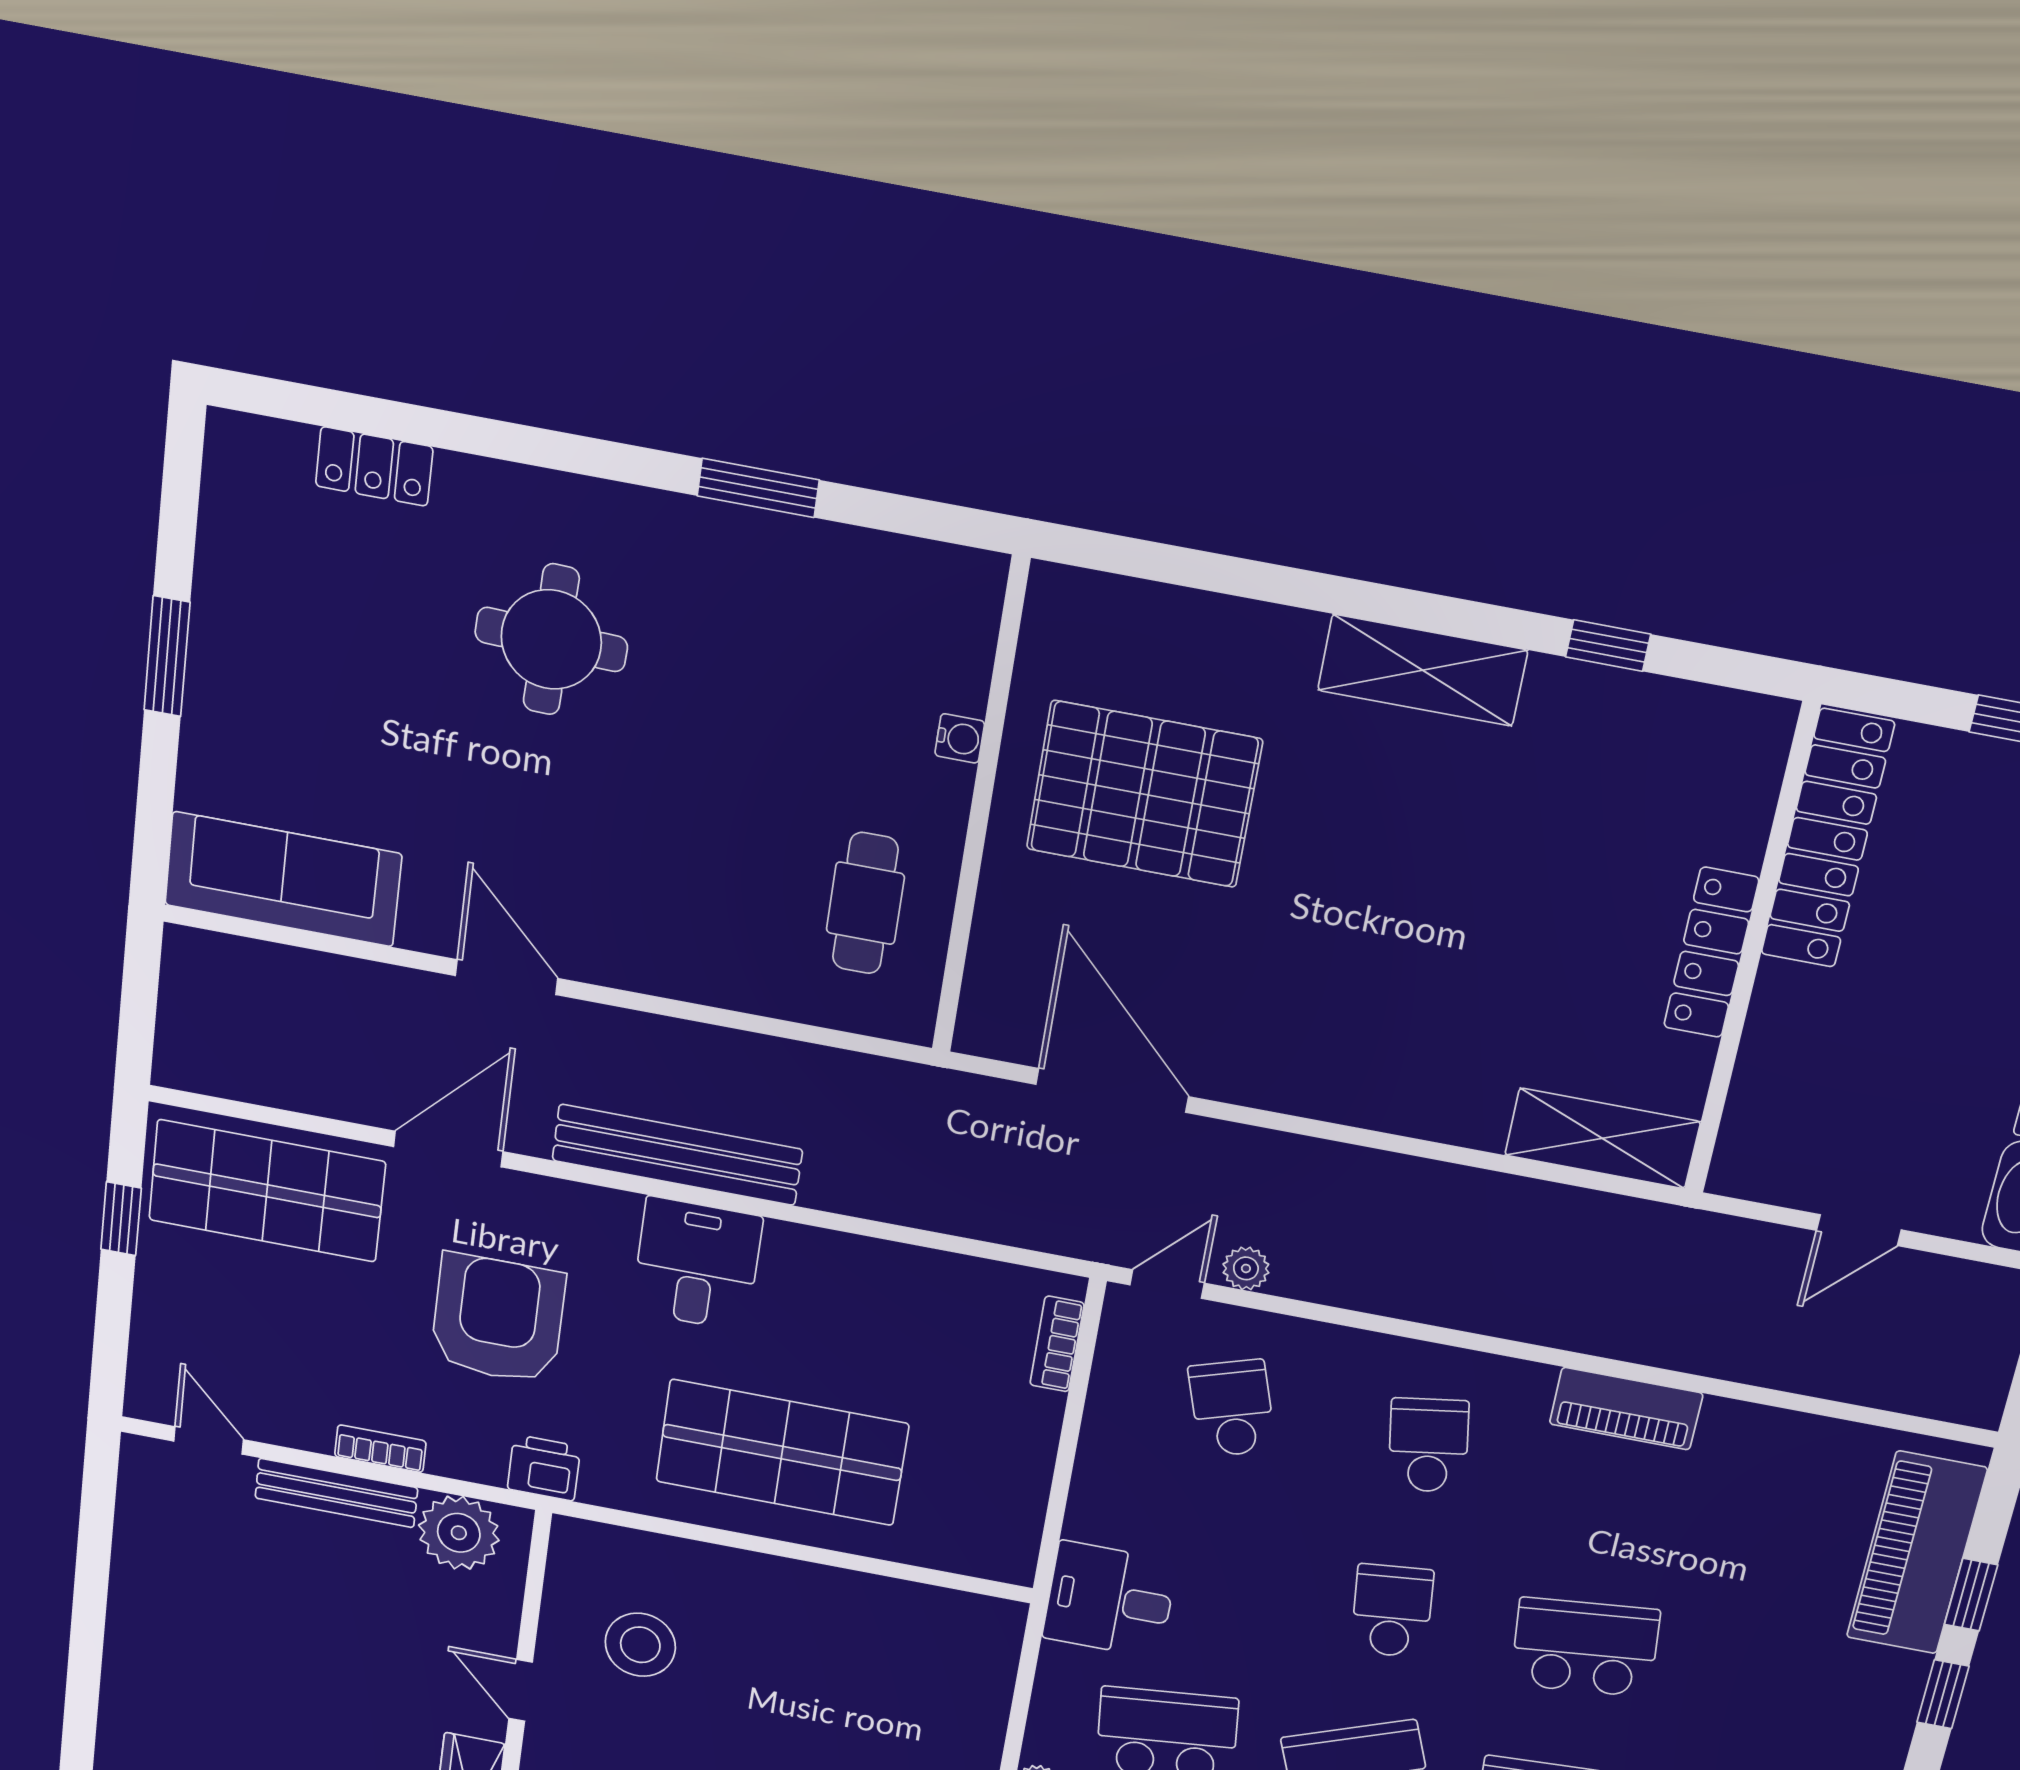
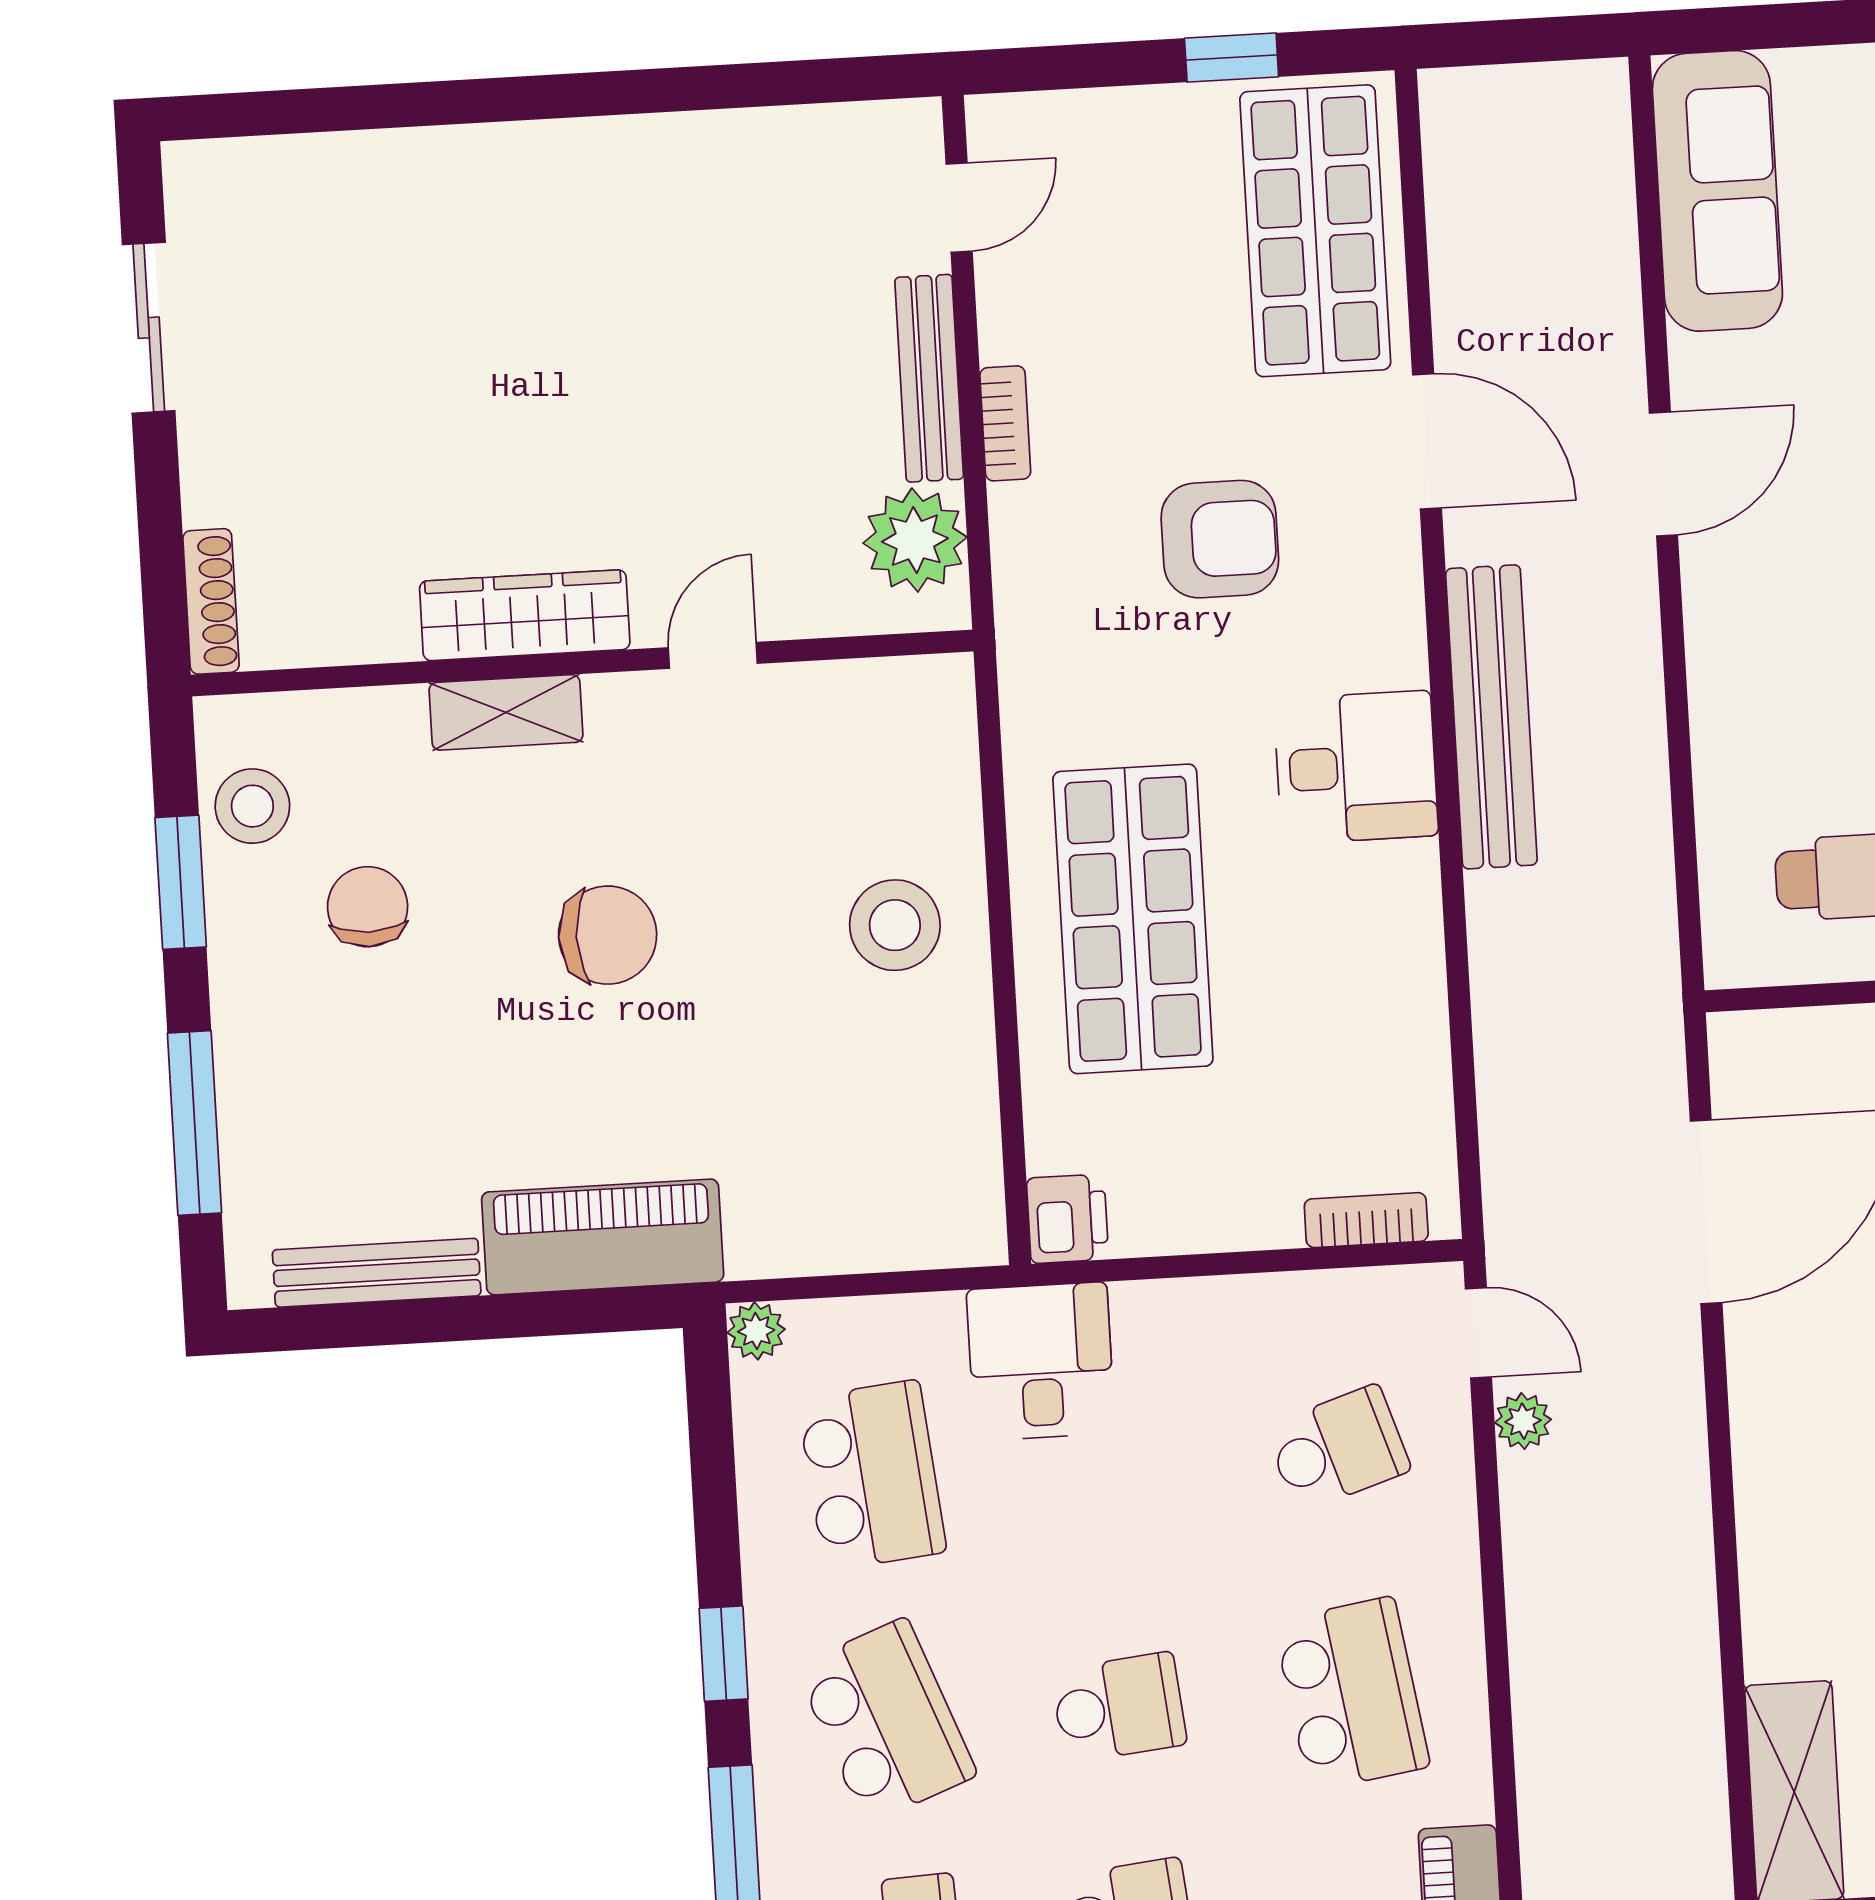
armchair: (498, 1319) -> (1220, 539), width x0.73, depth x0.73
school desk: (1428, 1445) -> (1352, 1694), width x1.85
printer: (544, 1468) -> (1067, 1219), moved
stool: (640, 1645) -> (895, 925), moved

